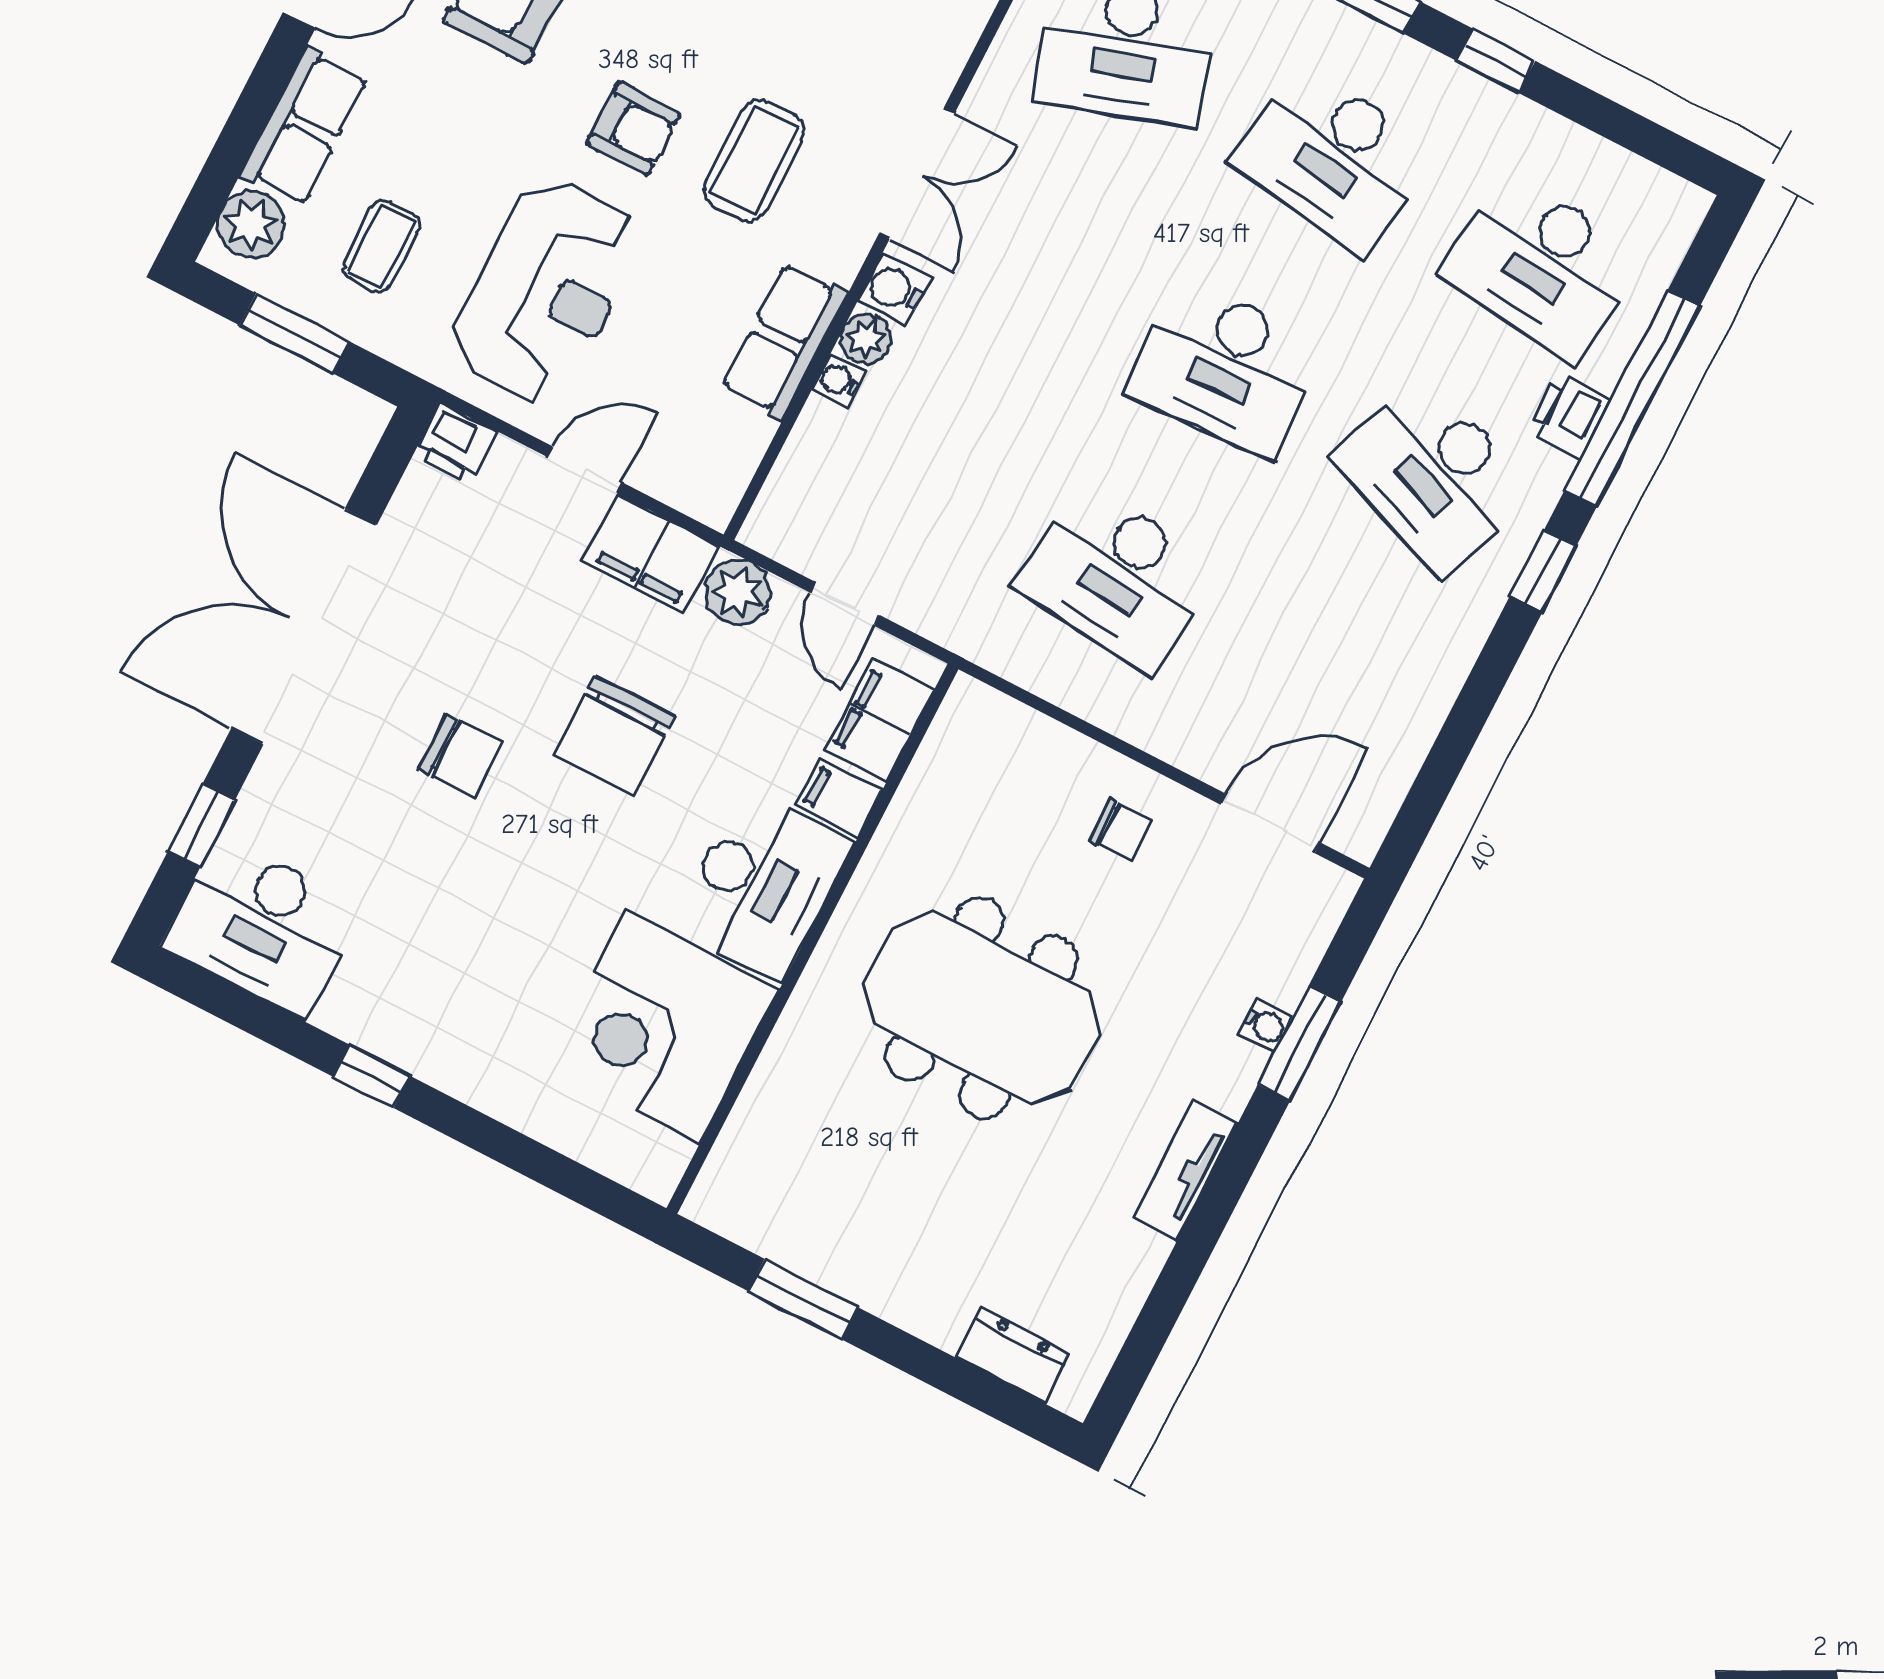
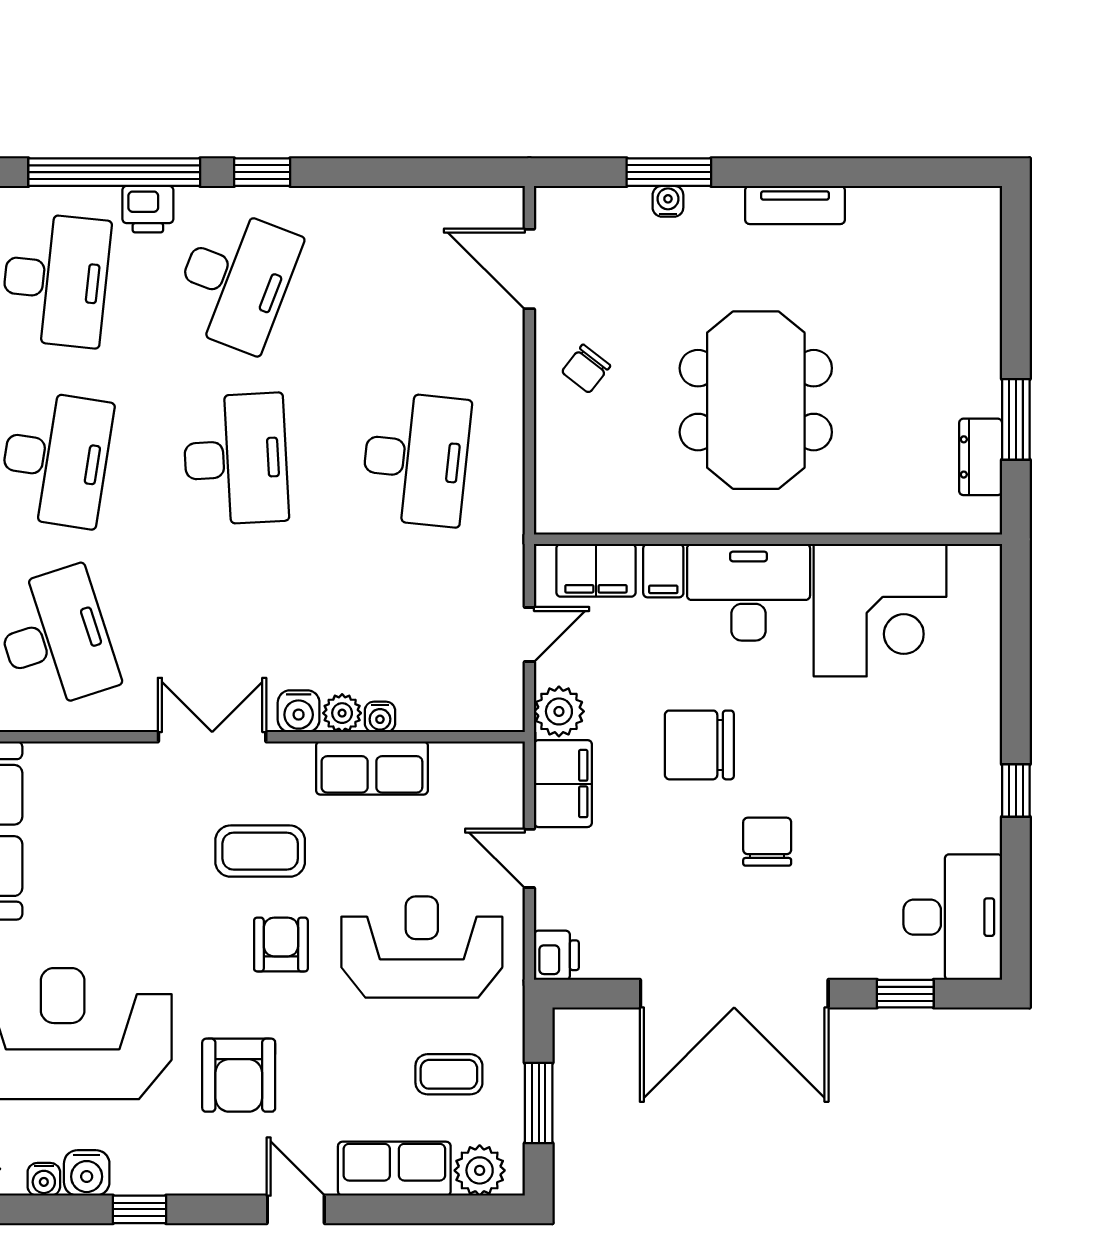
chair: (614, 735) -> (699, 745), turned 180
chair: (1120, 829) -> (586, 369), turned -141
dresser: (1013, 1356) -> (981, 457), moved

